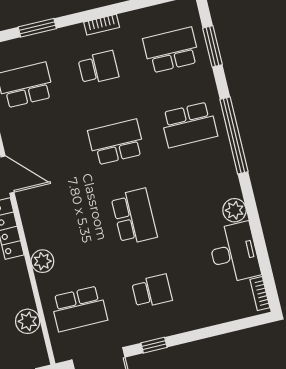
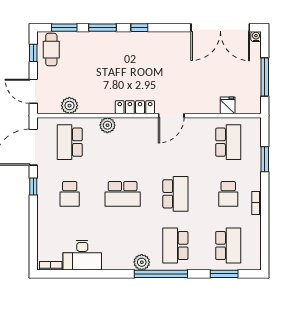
plant: (234, 210) -> (142, 262), moved

